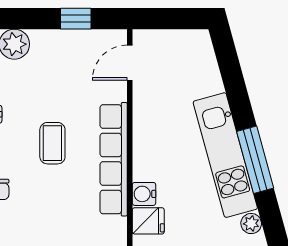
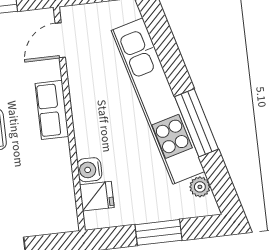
kitchen unit: (225, 155) -> (158, 101), width x1.36
row of seats: (114, 159) -> (52, 110), width x0.50

